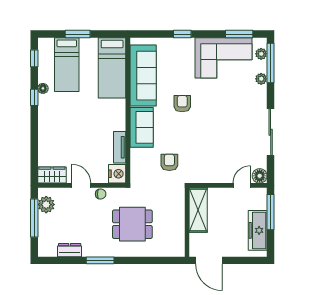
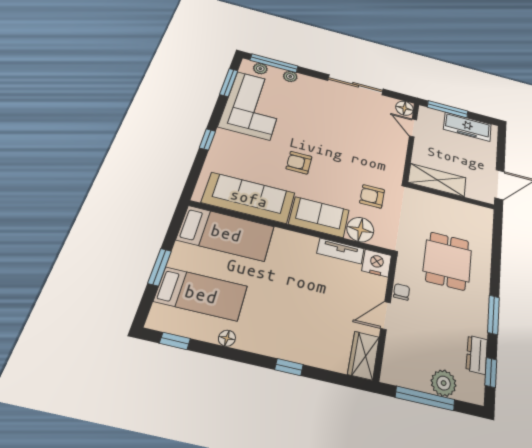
window: (34, 97) -> (289, 367), moved
floor lamp: (140, 158) -> (360, 230), added
plant: (46, 205) -> (444, 383), moved
window: (60, 260) -> (491, 372), added

